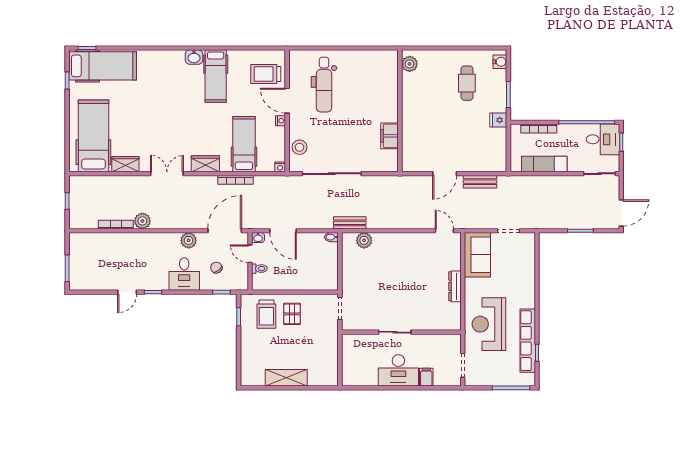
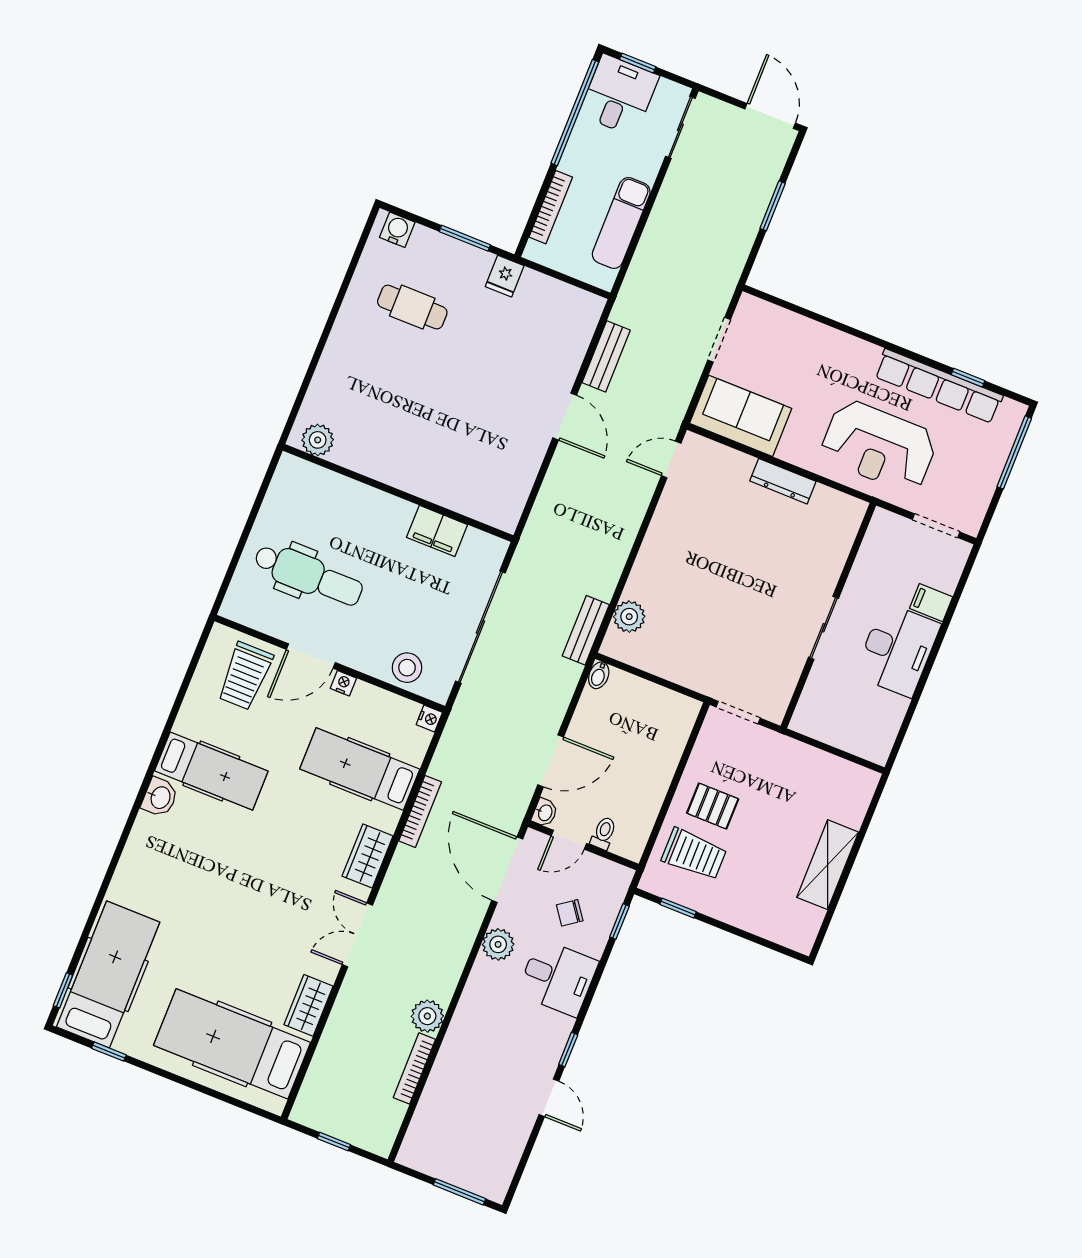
plant: (410, 64) -> (318, 440), moved
wall: (400, 111) -> (398, 493), moved
filing cabinet: (390, 136) -> (437, 531), moved

